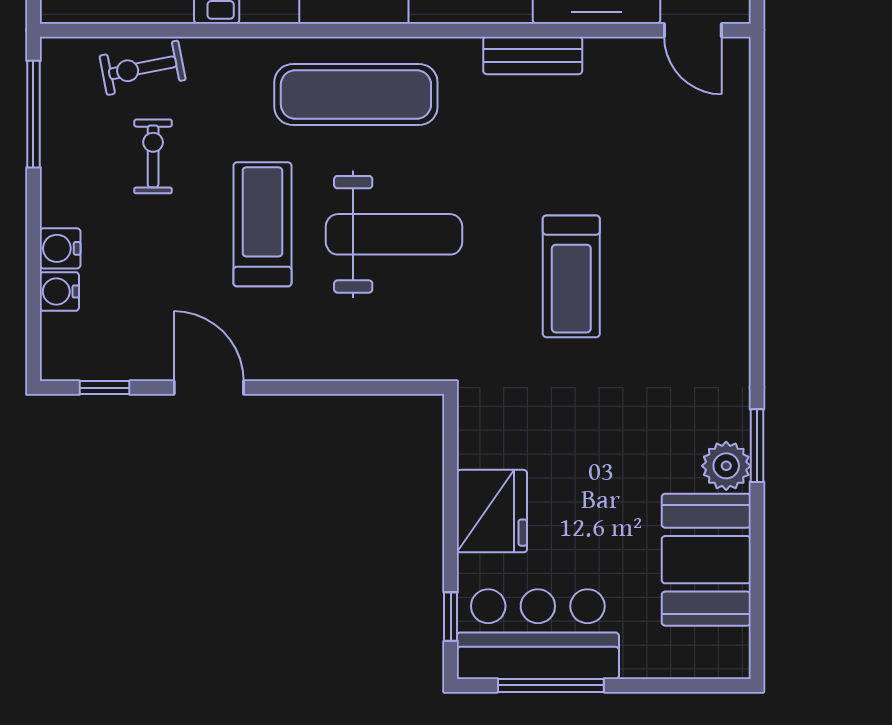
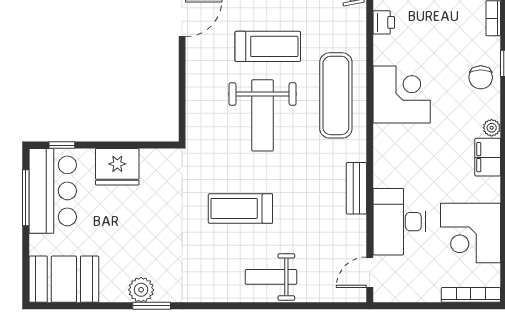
weight bench: (702, 218) -> (271, 277), added
booth: (706, 560) -> (64, 279), moved

